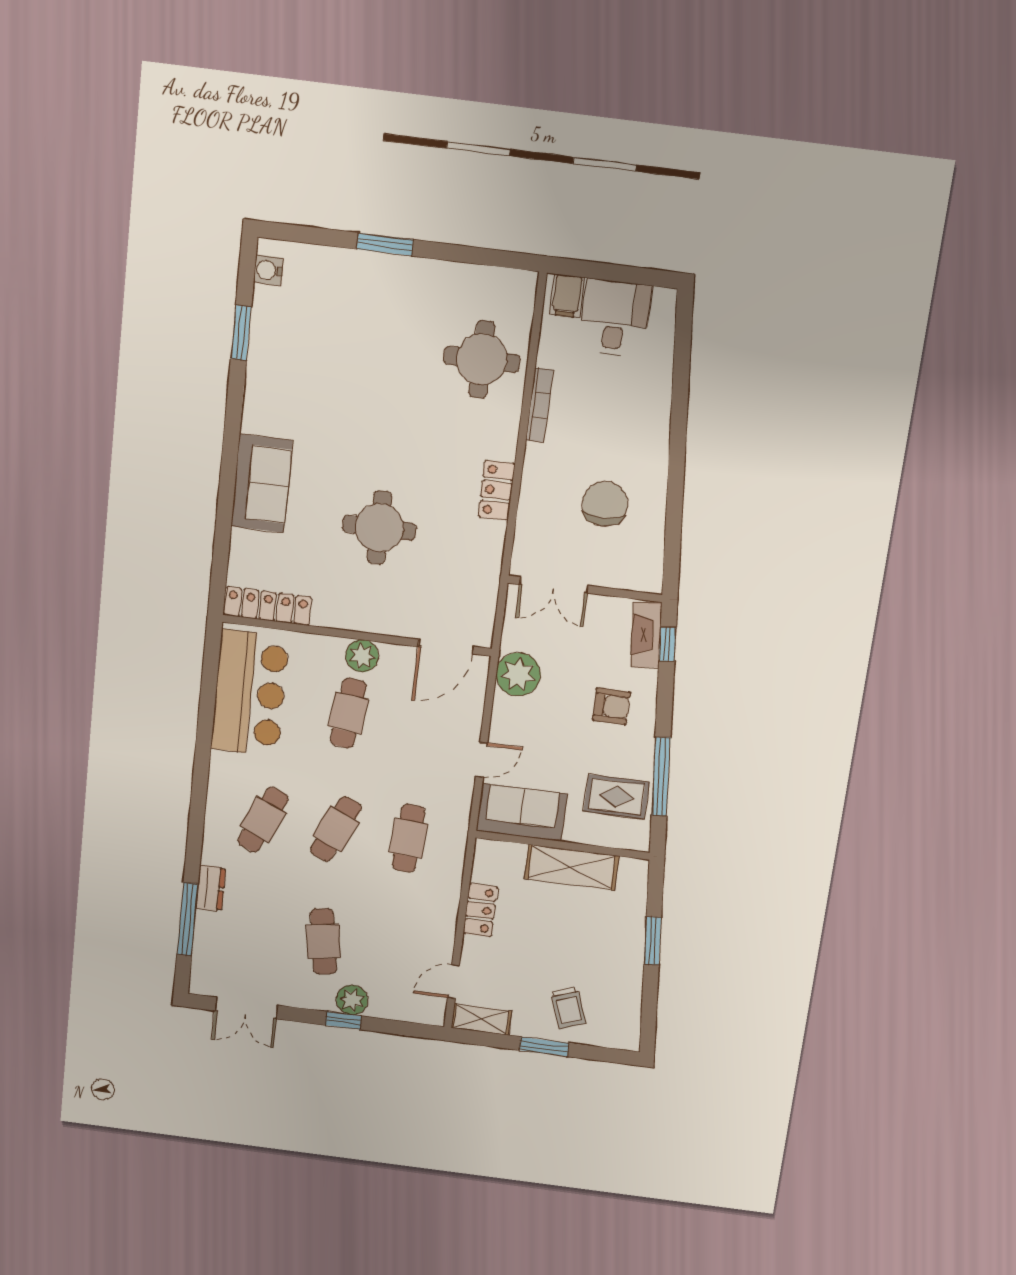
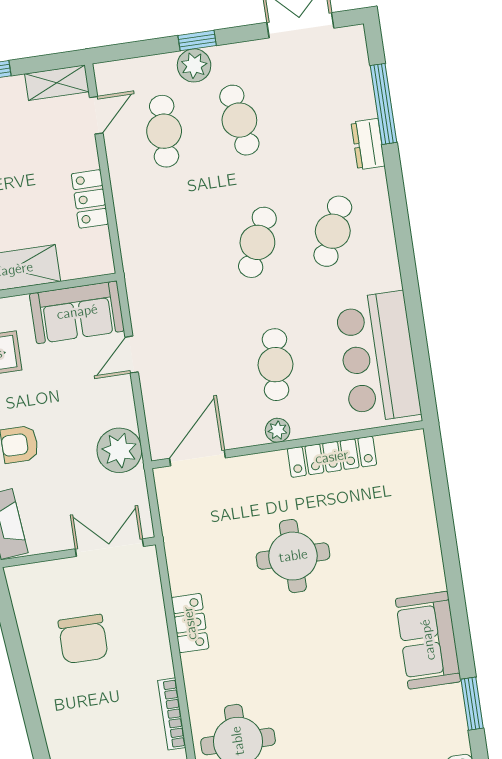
sofa: (262, 483) -> (428, 640), moved
locker: (268, 606) -> (332, 457), moved
plant: (362, 656) -> (278, 430), width x0.73, depth x0.73
cafe table: (409, 838) -> (164, 131), moved

